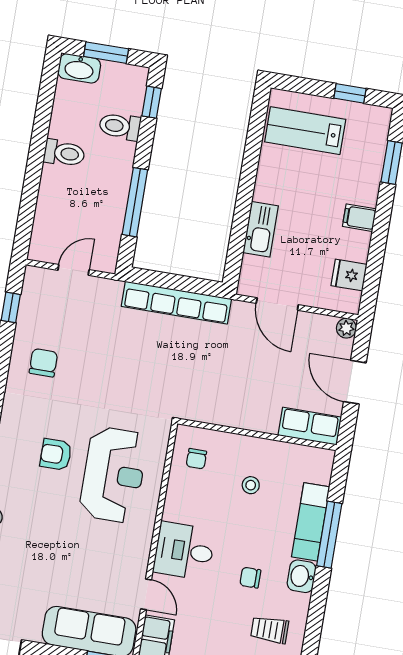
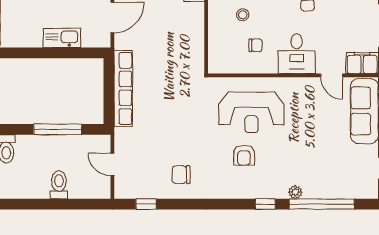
toilet: (64, 153) -> (59, 185), moved
chair: (196, 459) -> (256, 45), moved
reception desk: (113, 475) -> (251, 112), turned 180
door: (146, 594) -> (332, 75), swing flipped

